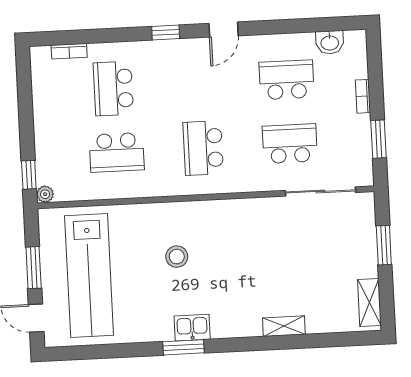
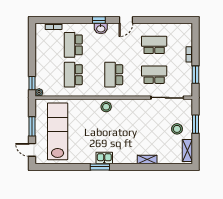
washbasin: (330, 42) -> (101, 28), moved
school desk: (117, 152) -> (73, 75), turned 90
stool: (177, 257) -> (106, 107), moved
stool: (345, 257) -> (177, 129), added
lab bench: (89, 276) -> (58, 131), turned 180

